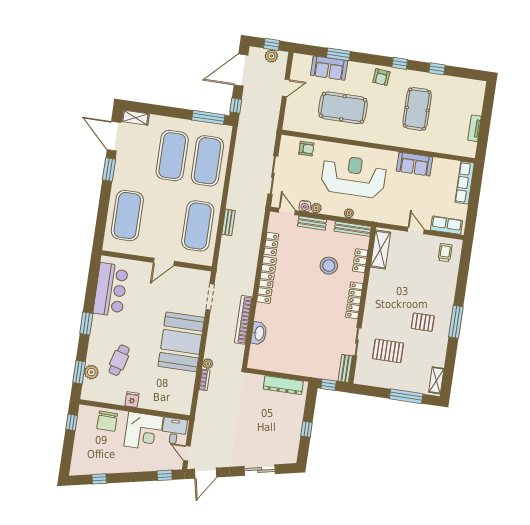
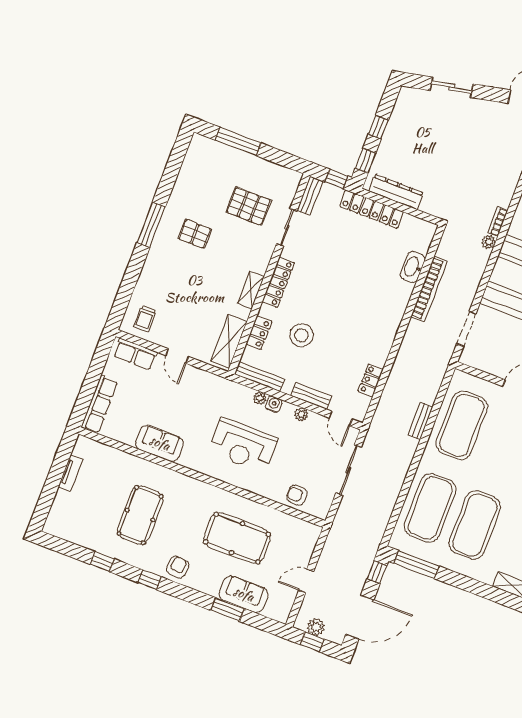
reception desk: (354, 176) -> (243, 445), width x0.74, depth x0.77
water cooler: (305, 206) -> (274, 404), moved
locker: (267, 280) -> (371, 209), moved, turned -90
shelving: (436, 380) -> (251, 290), moved
window: (310, 403) -> (365, 161), added

